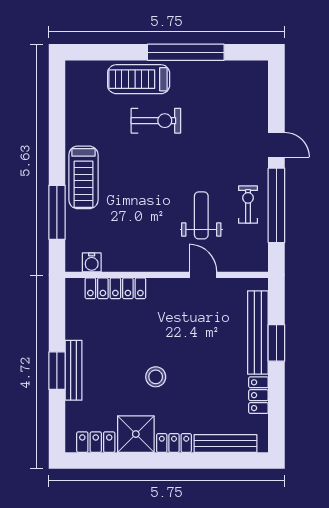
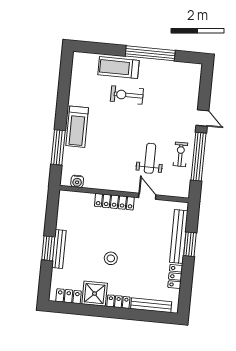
exercise bike: (156, 121) -> (127, 95), turned 180
locker: (115, 288) -> (114, 202), moved

